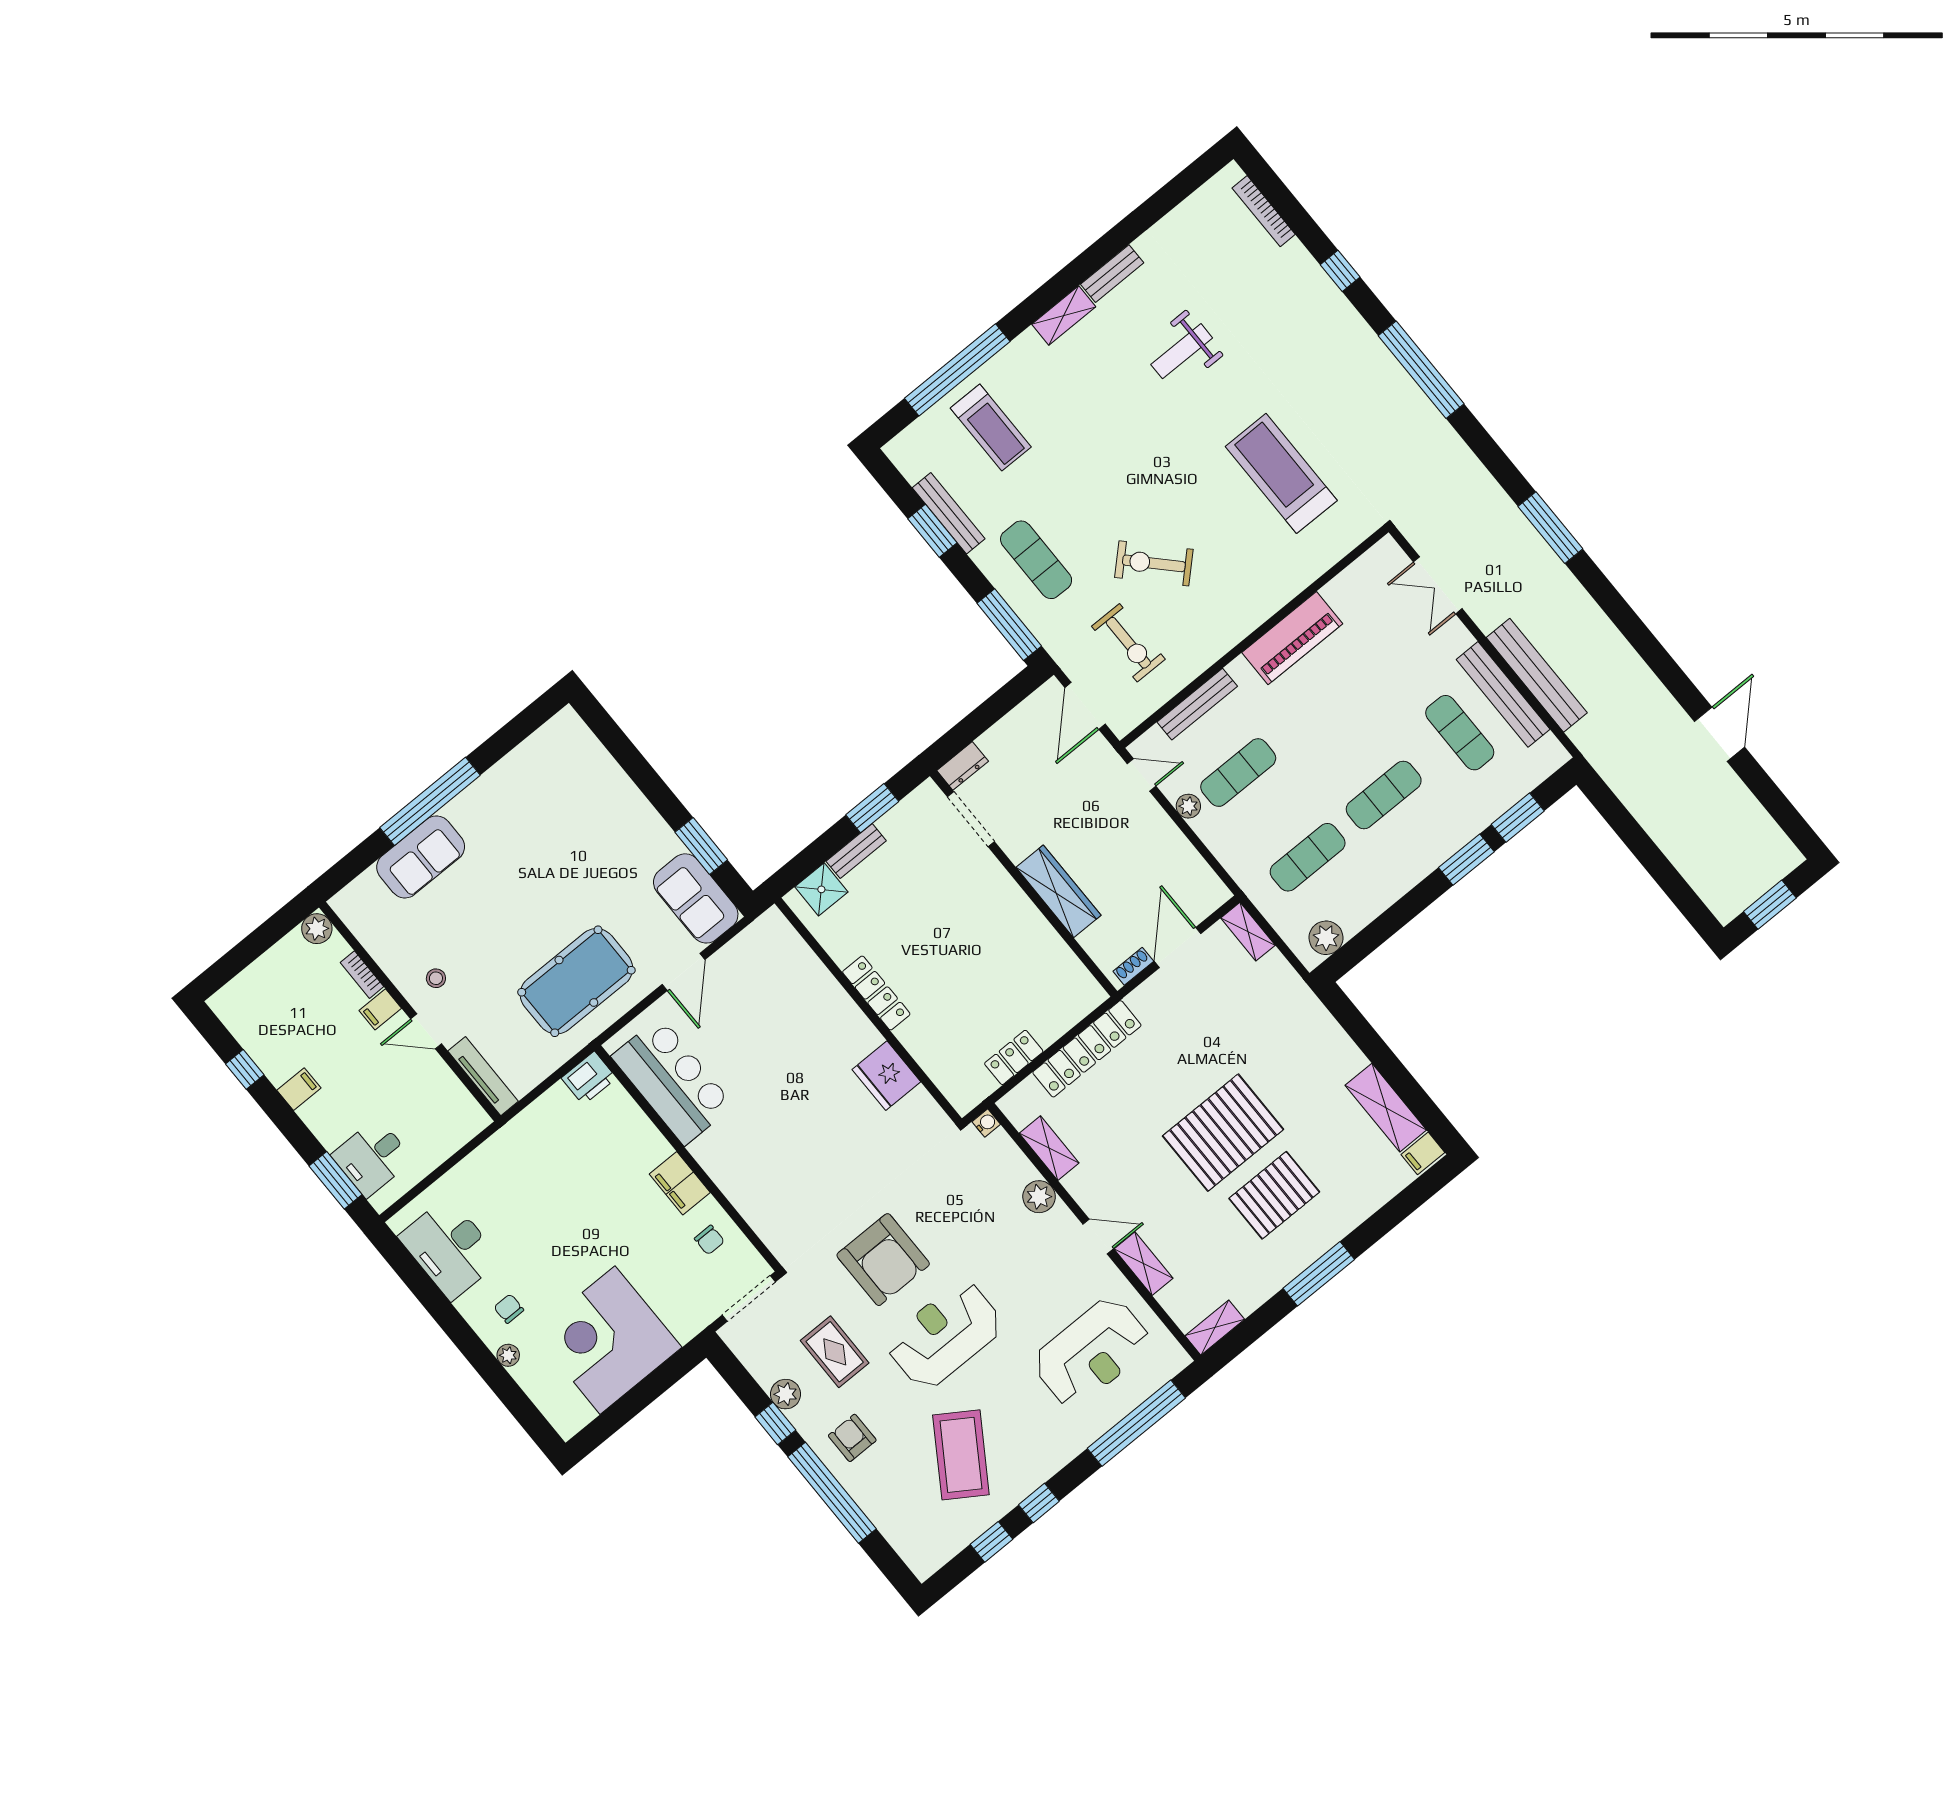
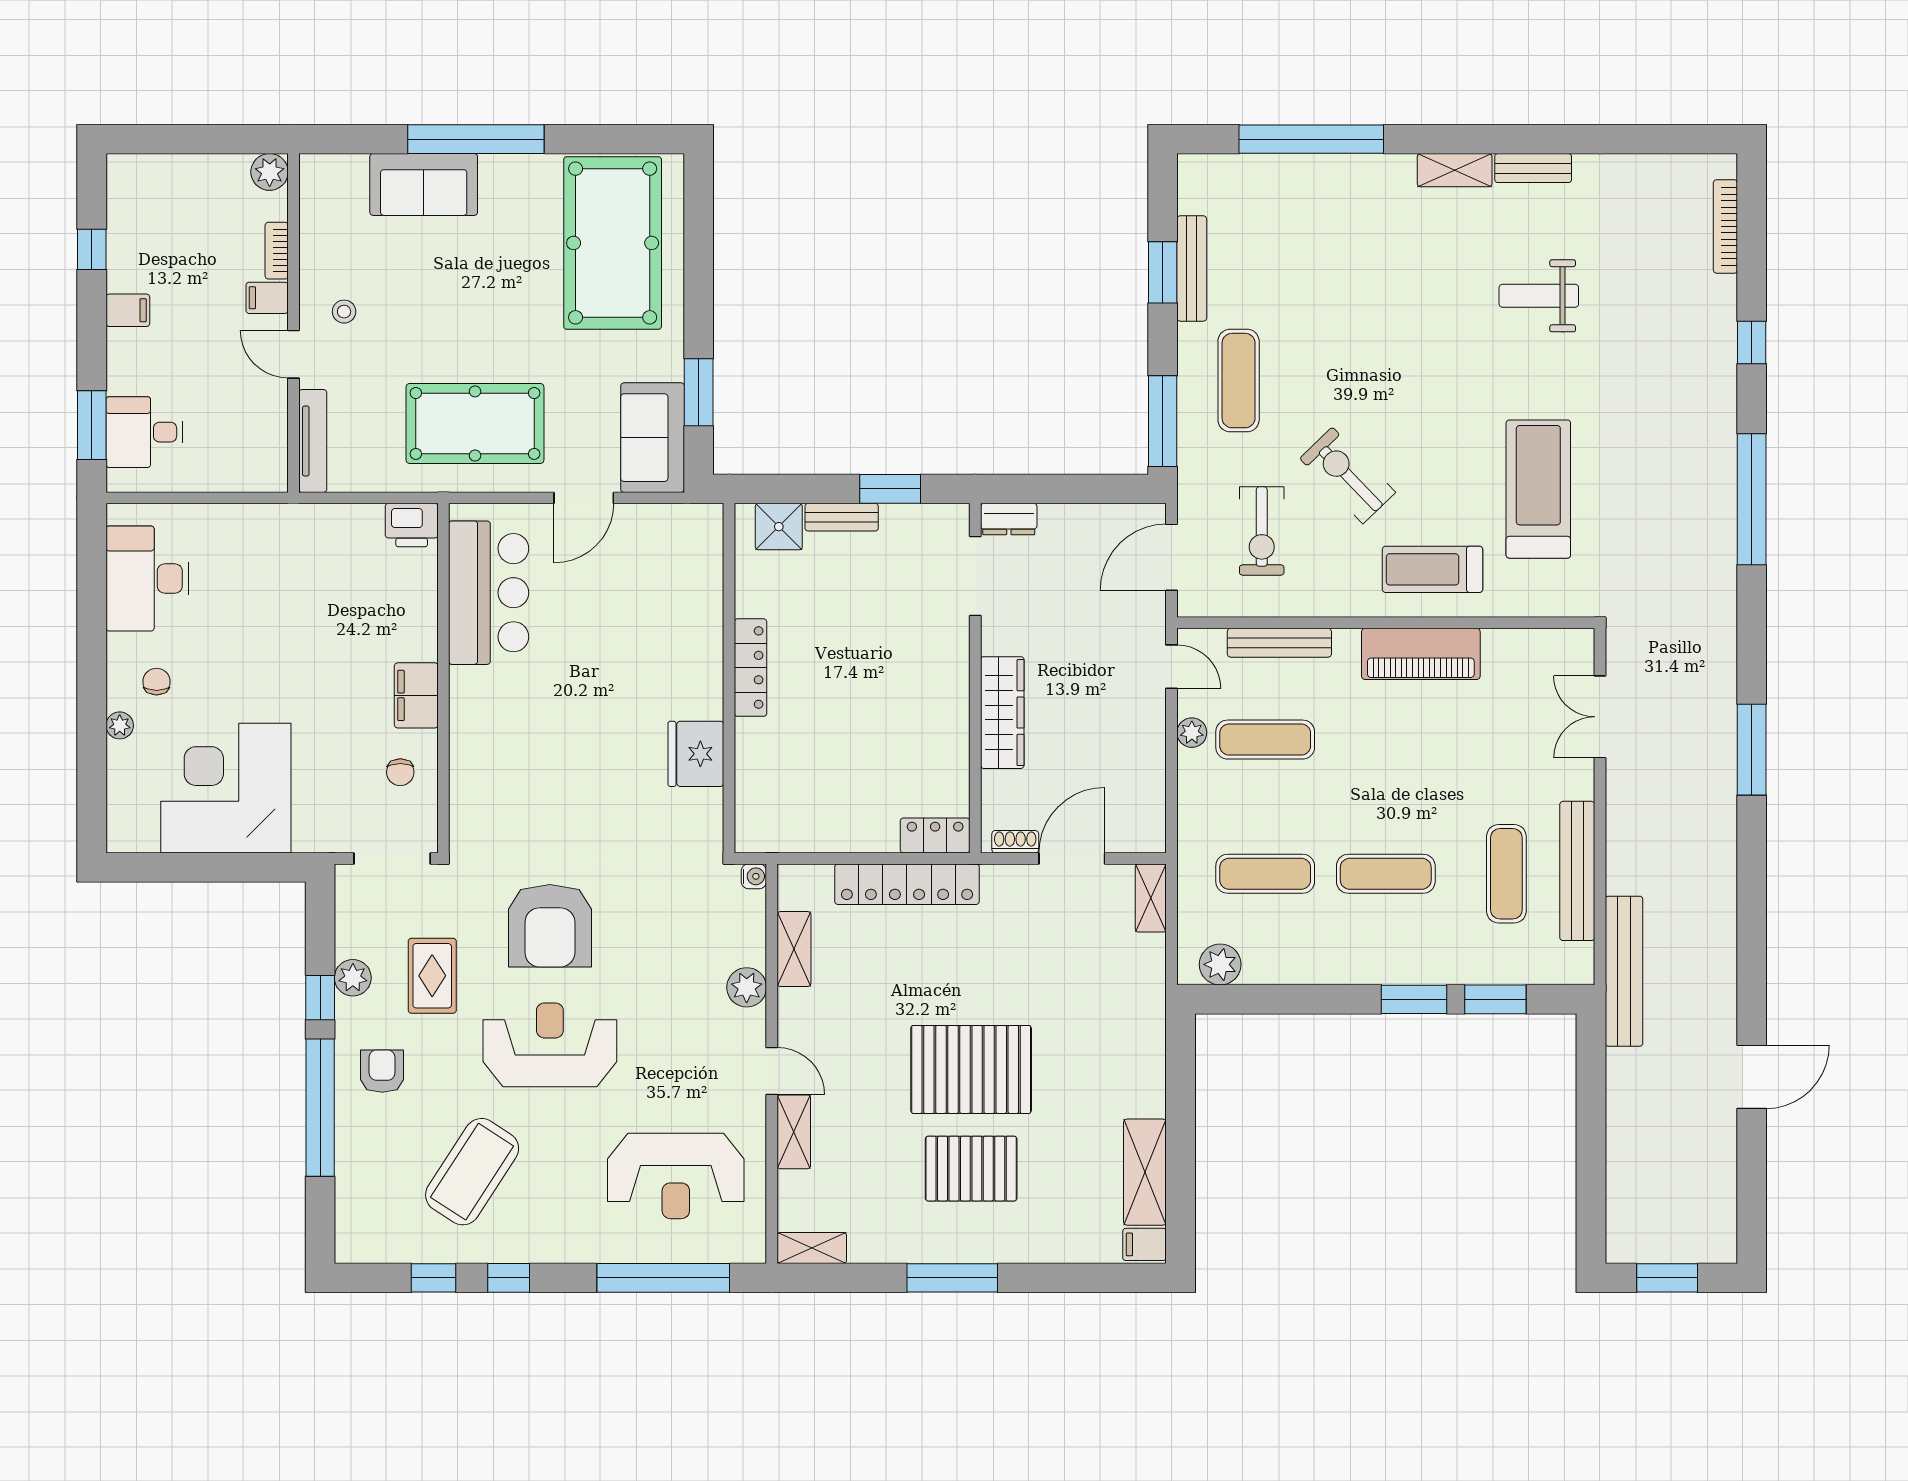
treadmill: (991, 427) -> (1433, 569), moved, turned 90
bench: (1537, 675) -> (1624, 971), moved
pool table: (570, 796) -> (613, 243), added
locker: (1014, 1057) -> (935, 835), moved

